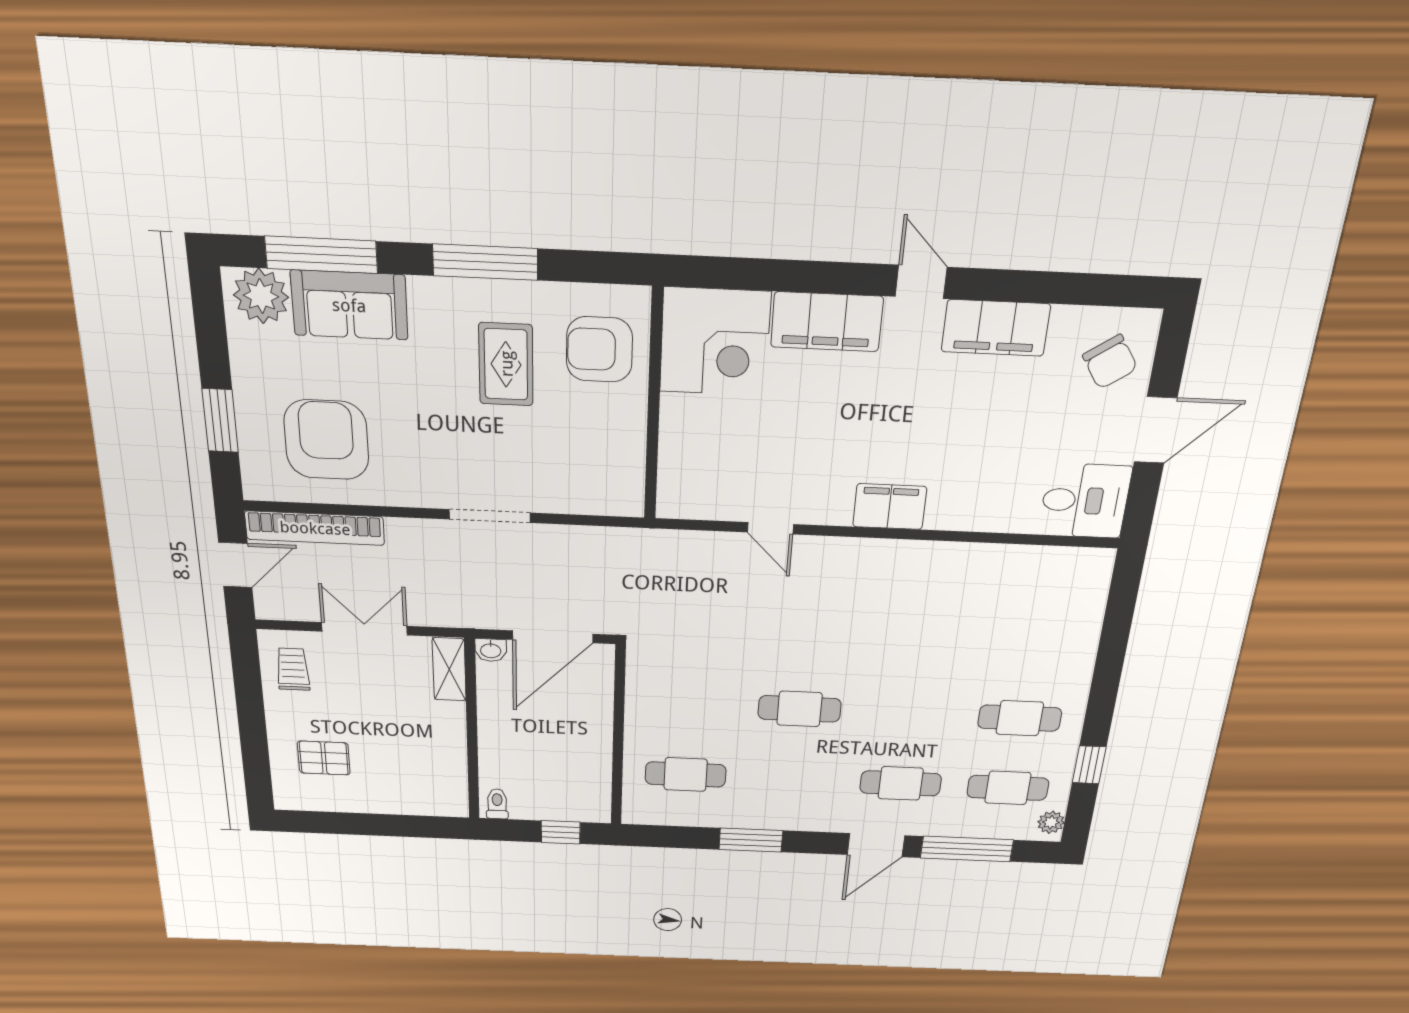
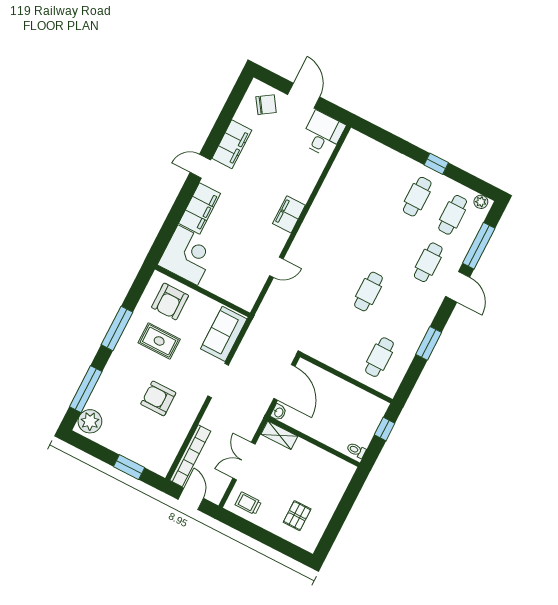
sofa: (349, 305) -> (224, 334), moved, turned 180
armchair: (326, 440) -> (158, 398), moved, width x0.73, depth x0.73
window: (1089, 765) -> (436, 164), moved

